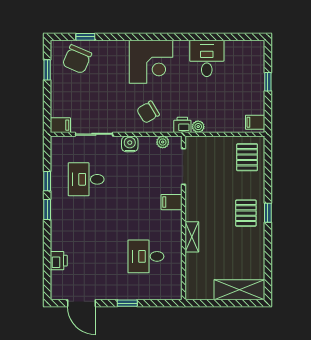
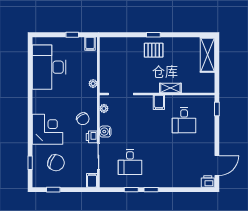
desk: (207, 58) -> (49, 67), width x1.87, depth x1.30
chair: (77, 59) -> (56, 163), moved
corner desk: (151, 62) -> (48, 129), moved
window: (268, 82) -> (72, 35), moved
printer: (182, 125) -> (92, 137), moved
pallet: (247, 157) -> (115, 49), removed
filing cabinet: (171, 202) -> (159, 102), moved
printer: (59, 261) -> (208, 181), moved
window: (127, 303) -> (217, 109), moved

